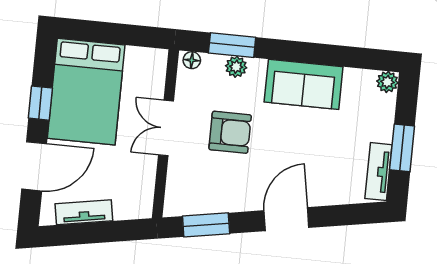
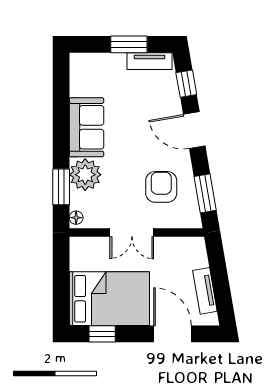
plant: (236, 67) -> (85, 175), width x1.87, depth x1.87
plant: (387, 82) -> (78, 61), removed
window: (40, 103) -> (102, 334), moved
armchair: (230, 132) -> (161, 187), moved
window: (346, 215) -> (186, 84), added

